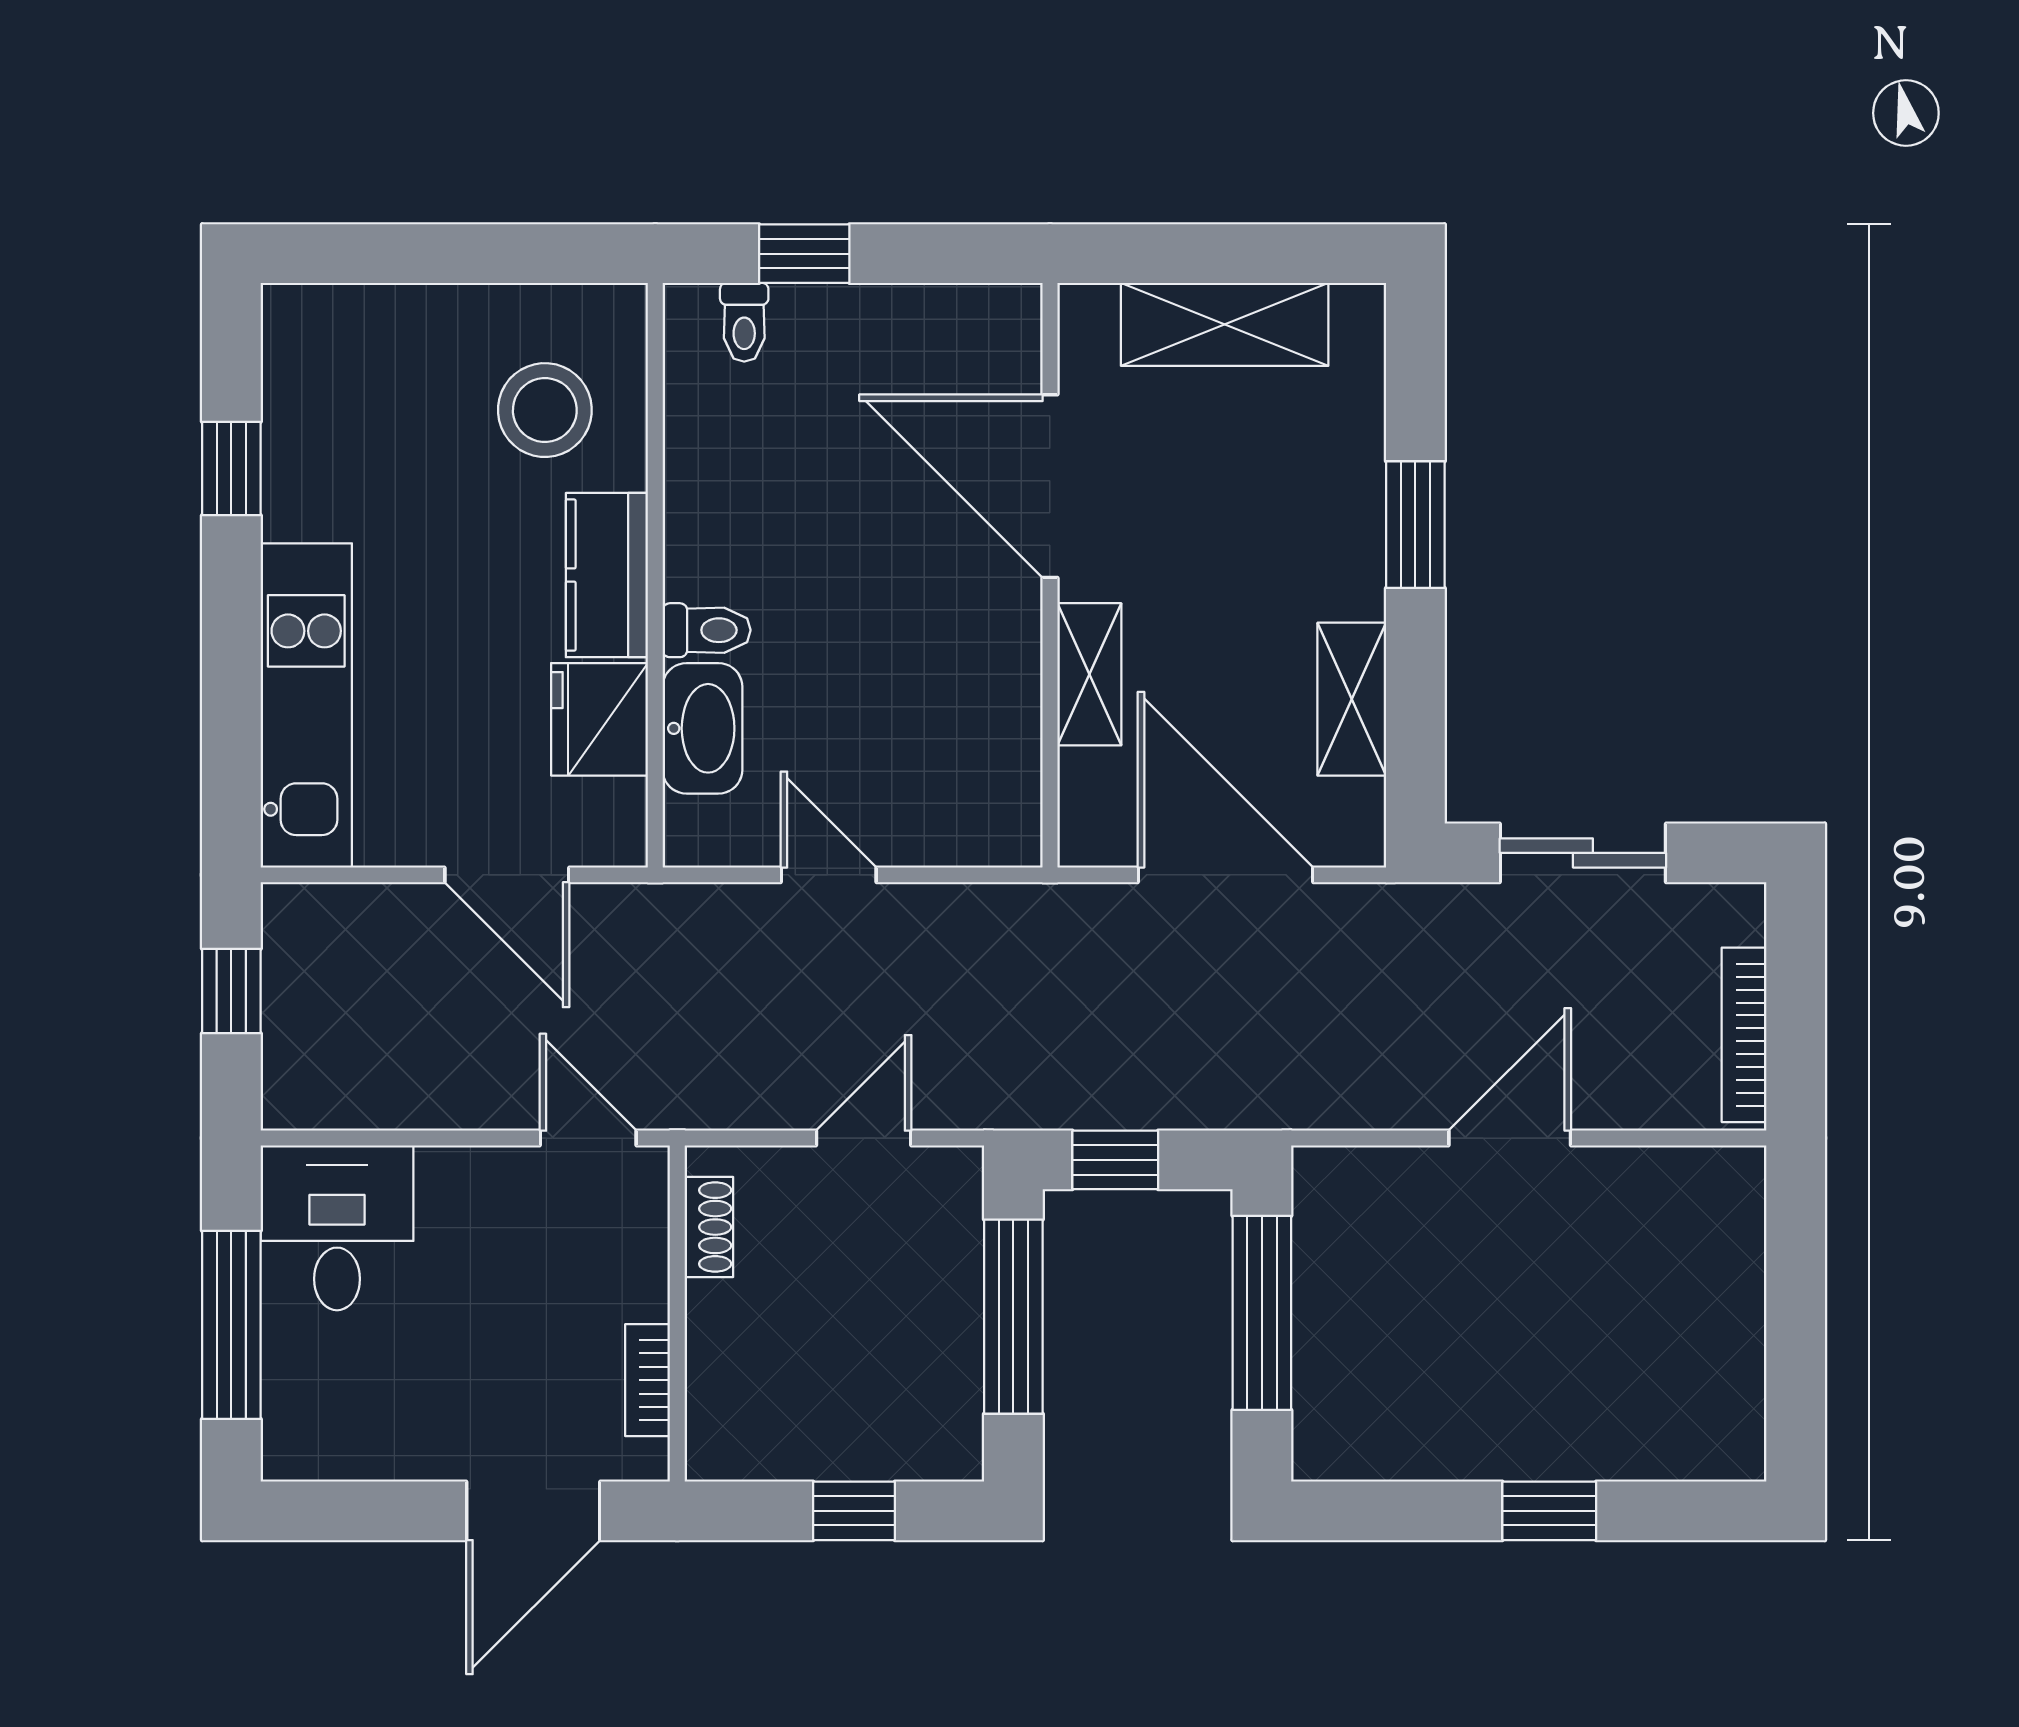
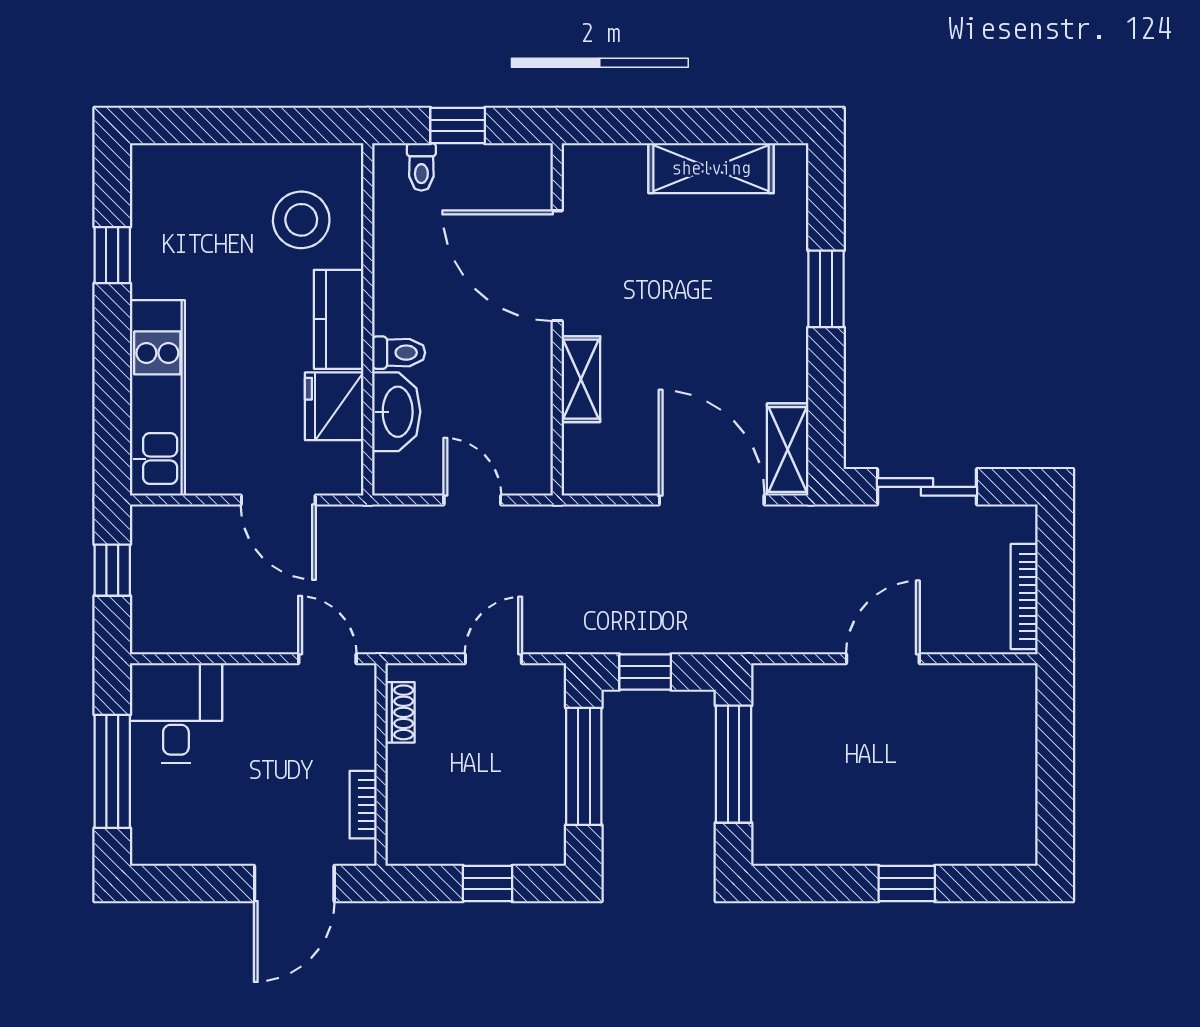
door: (1050, 486) -> (557, 266), moved
wall: (1050, 575) -> (557, 319), moved
shelving: (1089, 674) -> (581, 379), moved
shelving: (1352, 699) -> (788, 450), moved

